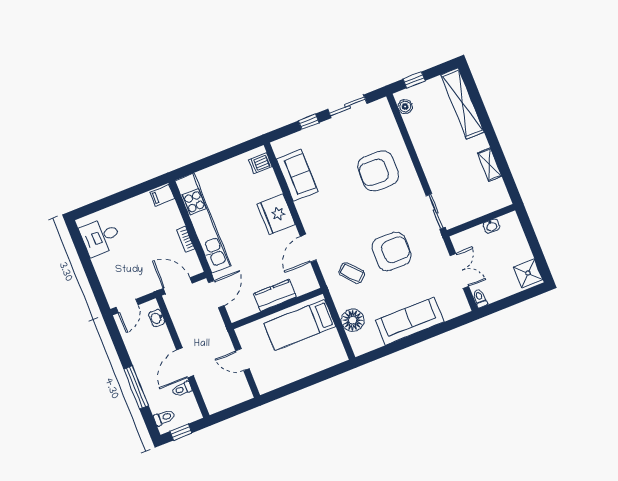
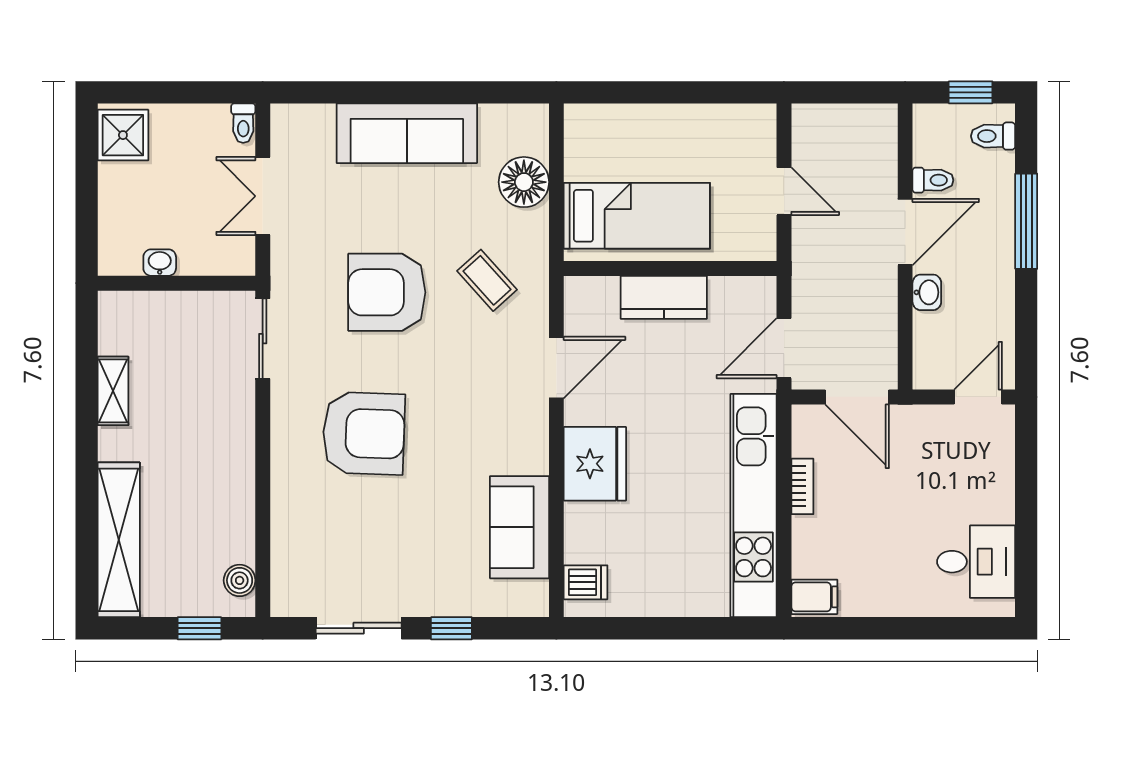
armchair: (378, 171) -> (364, 433), moved
washbasin: (157, 318) -> (927, 292), moved

